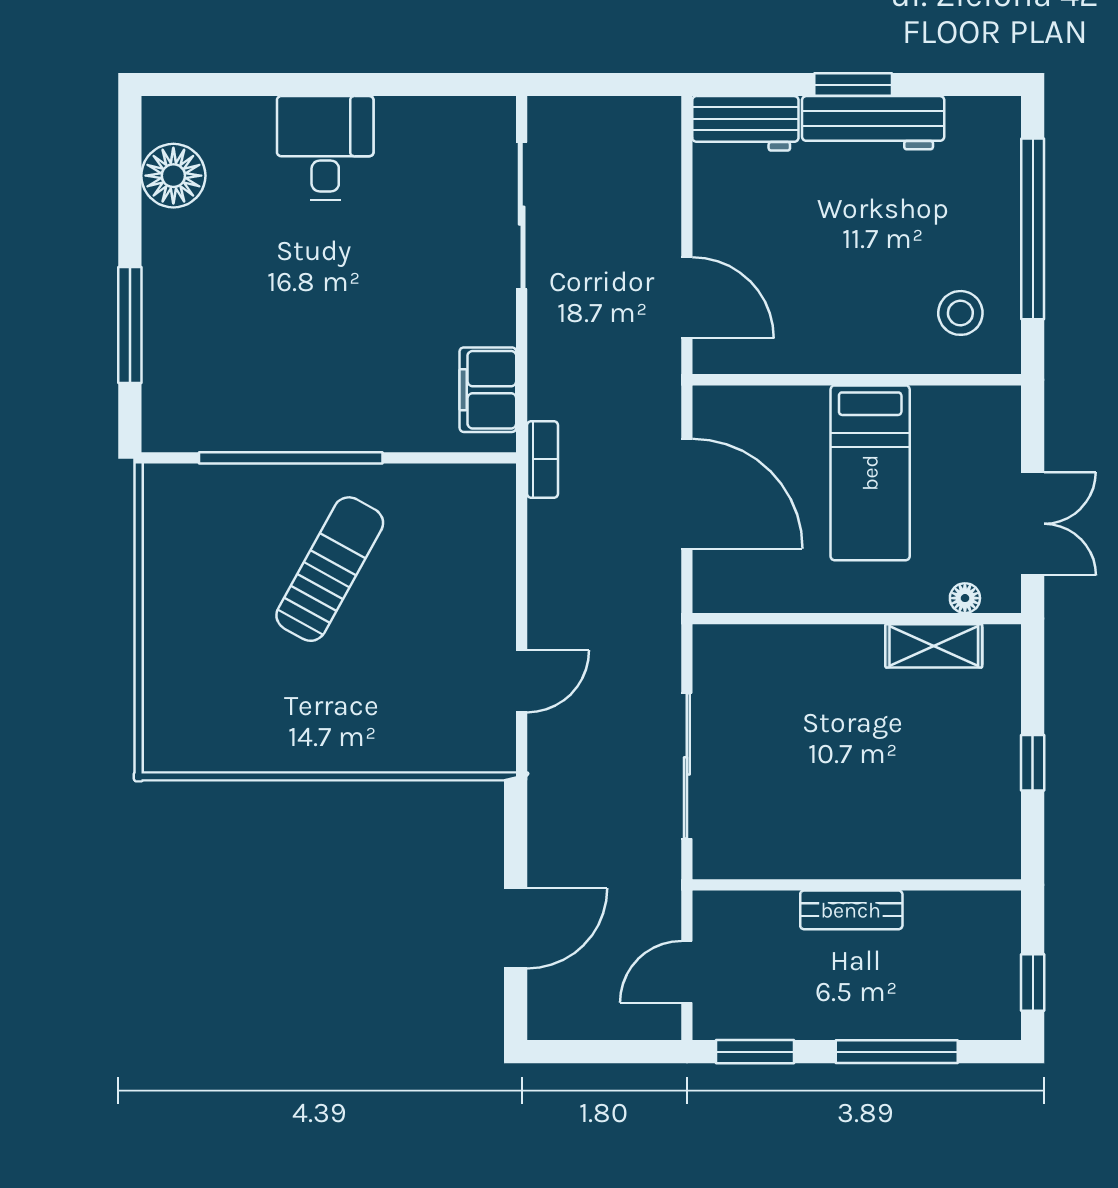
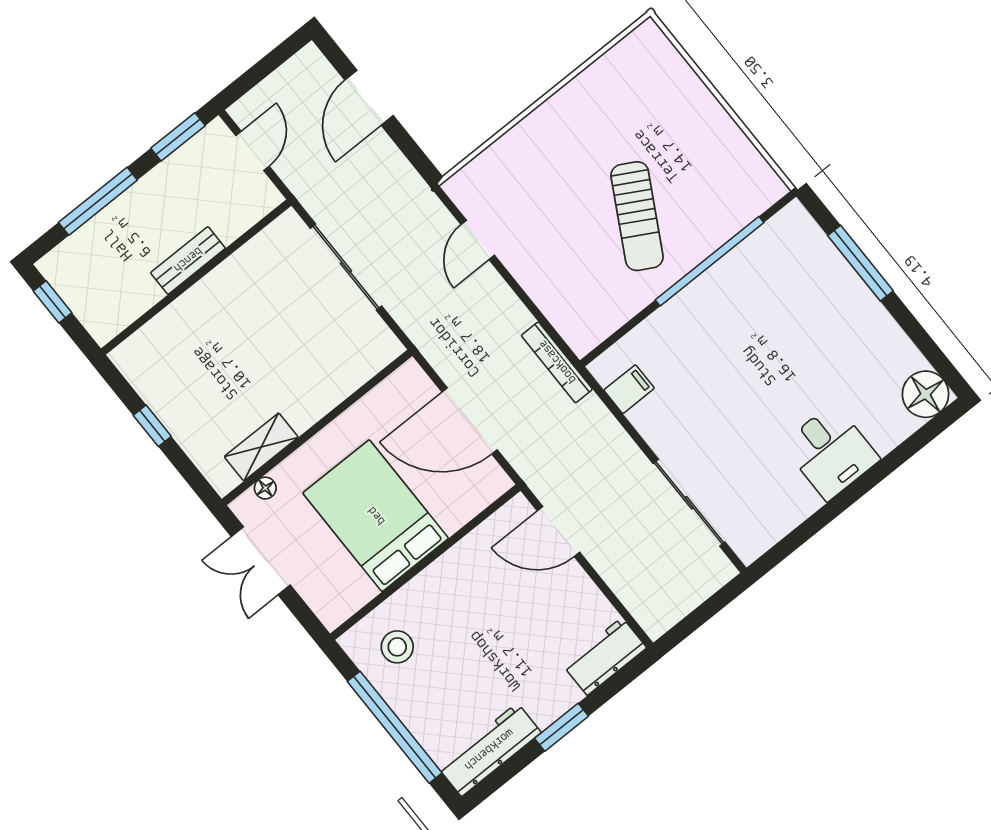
workbench: (873, 123) -> (489, 750), moved
floor lamp: (173, 176) -> (925, 394), moved
filing cabinet: (488, 390) -> (629, 389), width x0.50
bookcase: (543, 459) -> (557, 362), width x1.56
bed: (870, 473) -> (376, 516), width x1.50

